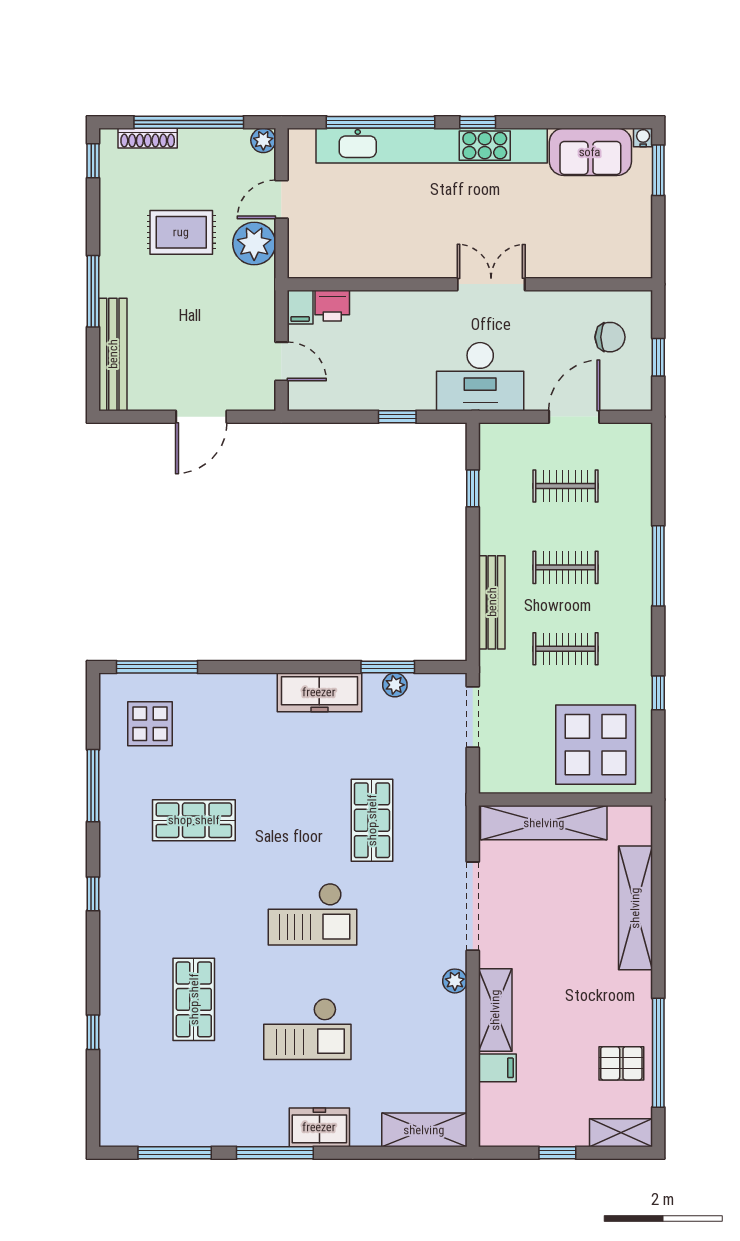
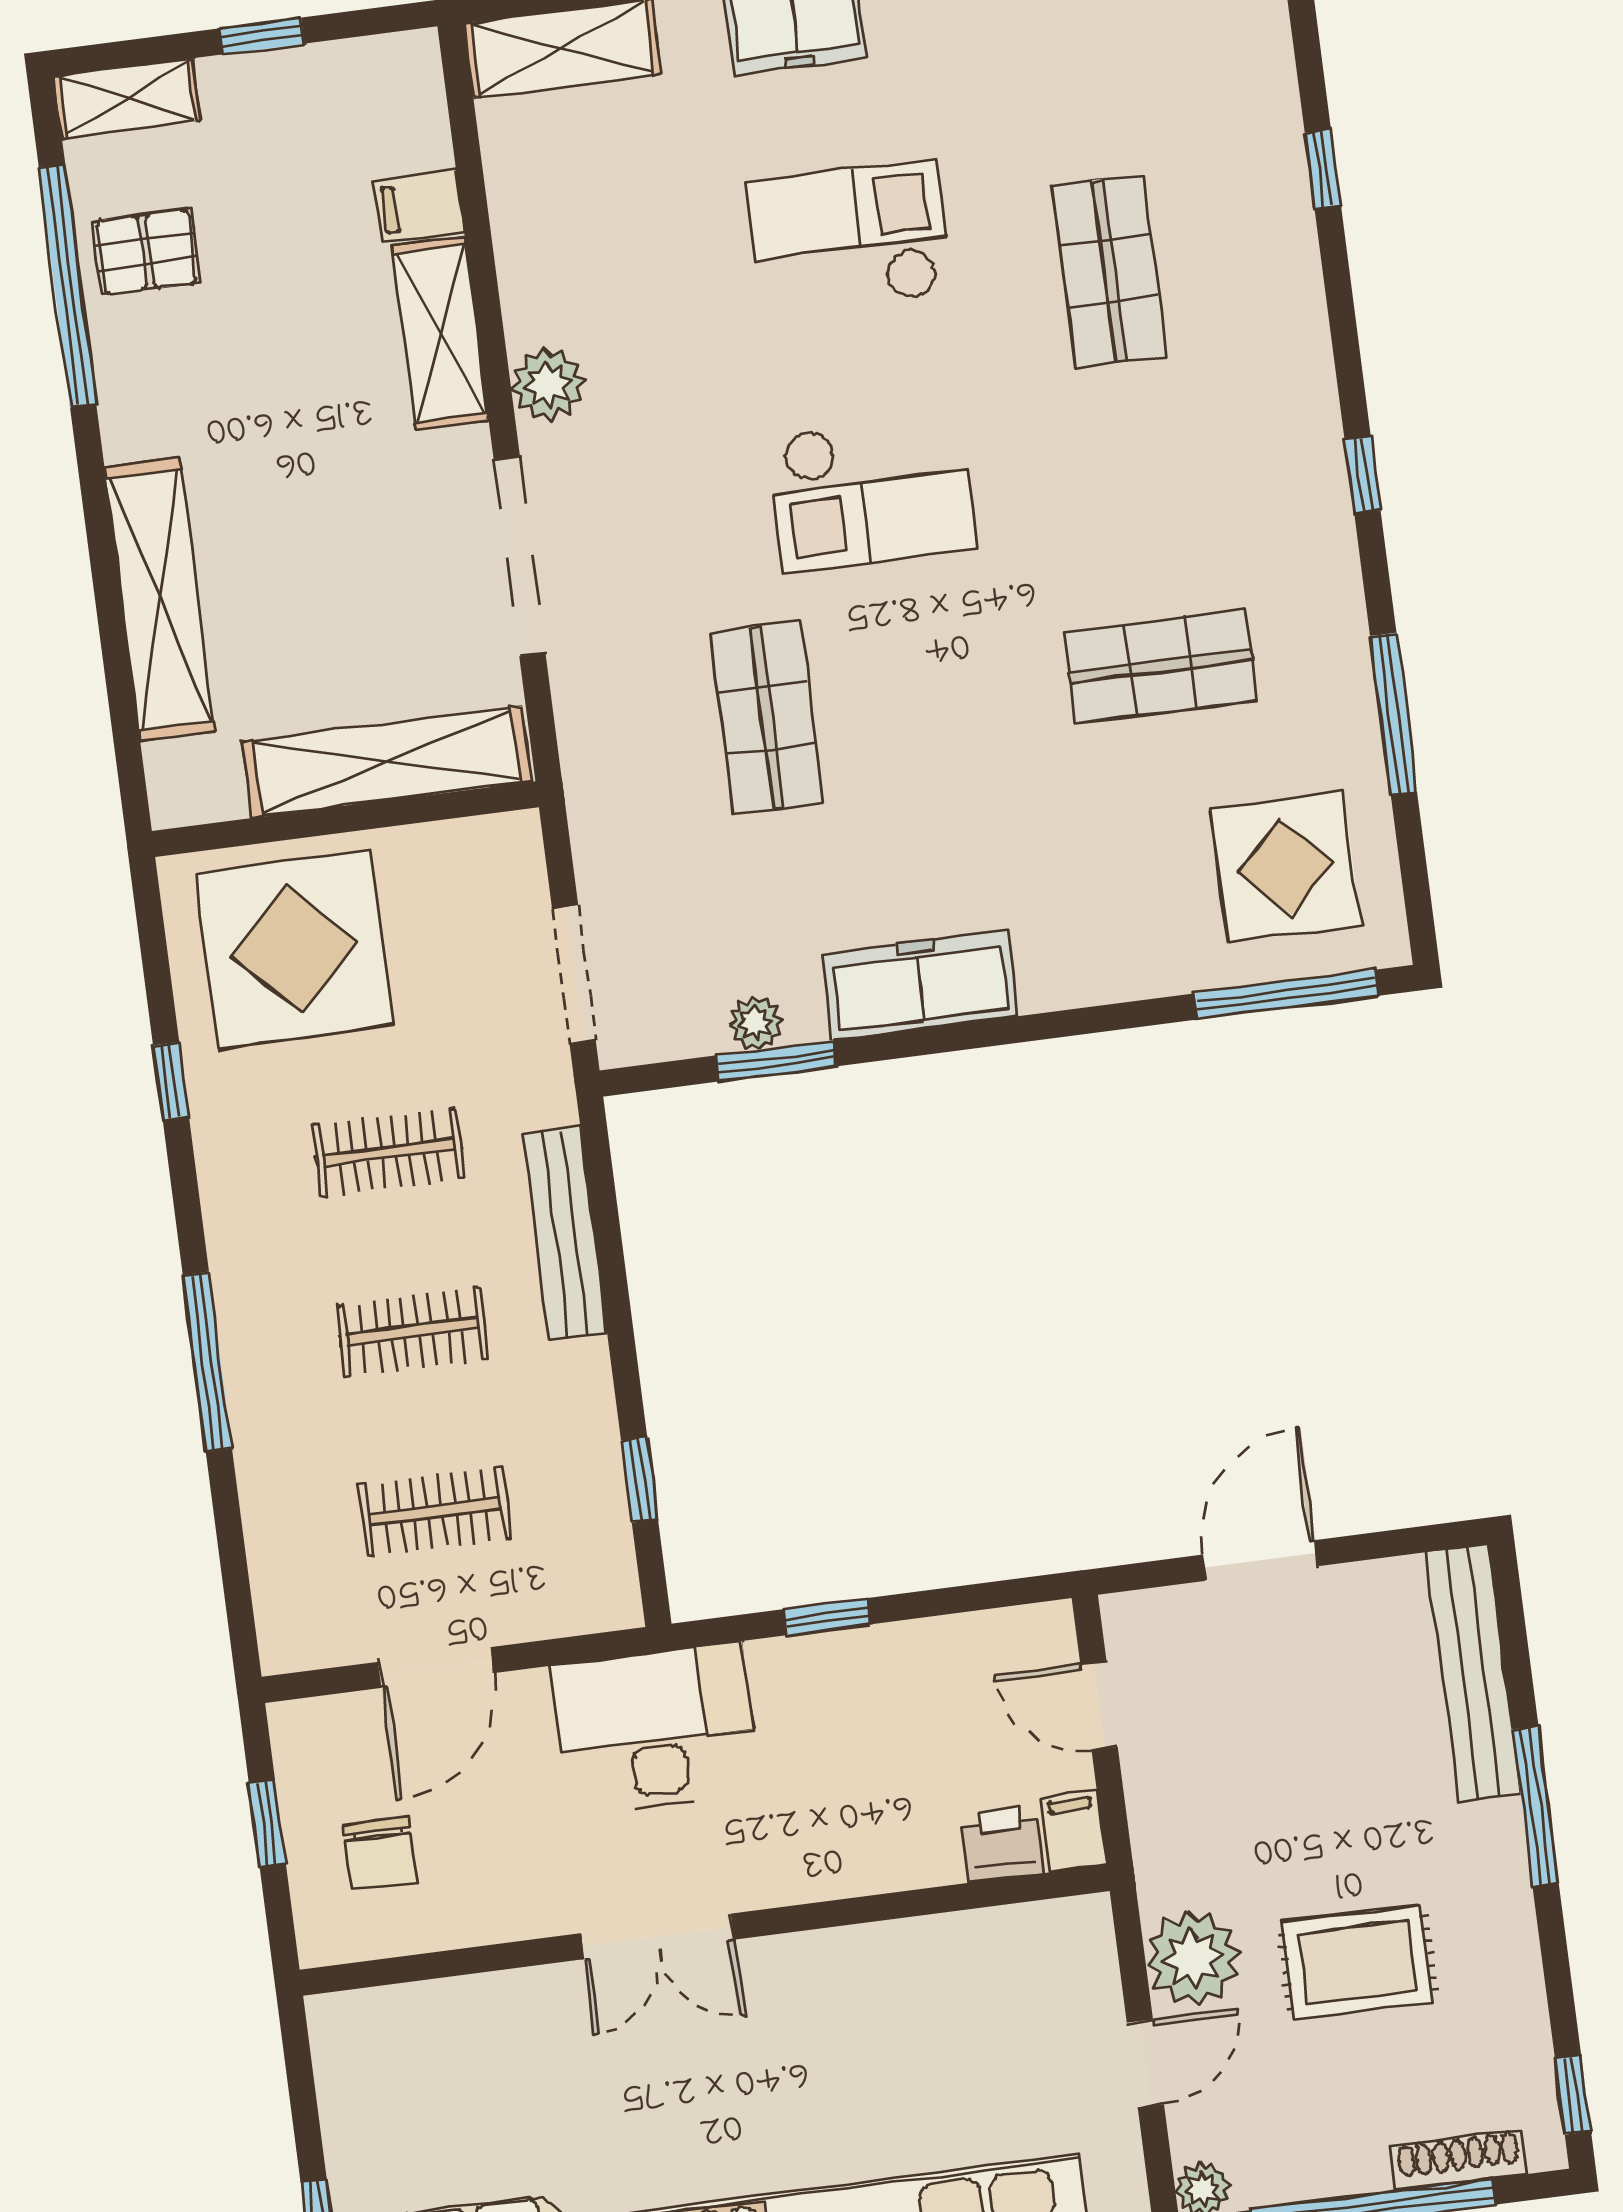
chair: (610, 337) -> (380, 1854), turned -90
display table: (150, 724) -> (1285, 867), width x1.36, depth x1.36
checkout: (312, 914) -> (872, 493), turned 180
plant: (455, 981) -> (548, 385), width x1.38, depth x1.38

